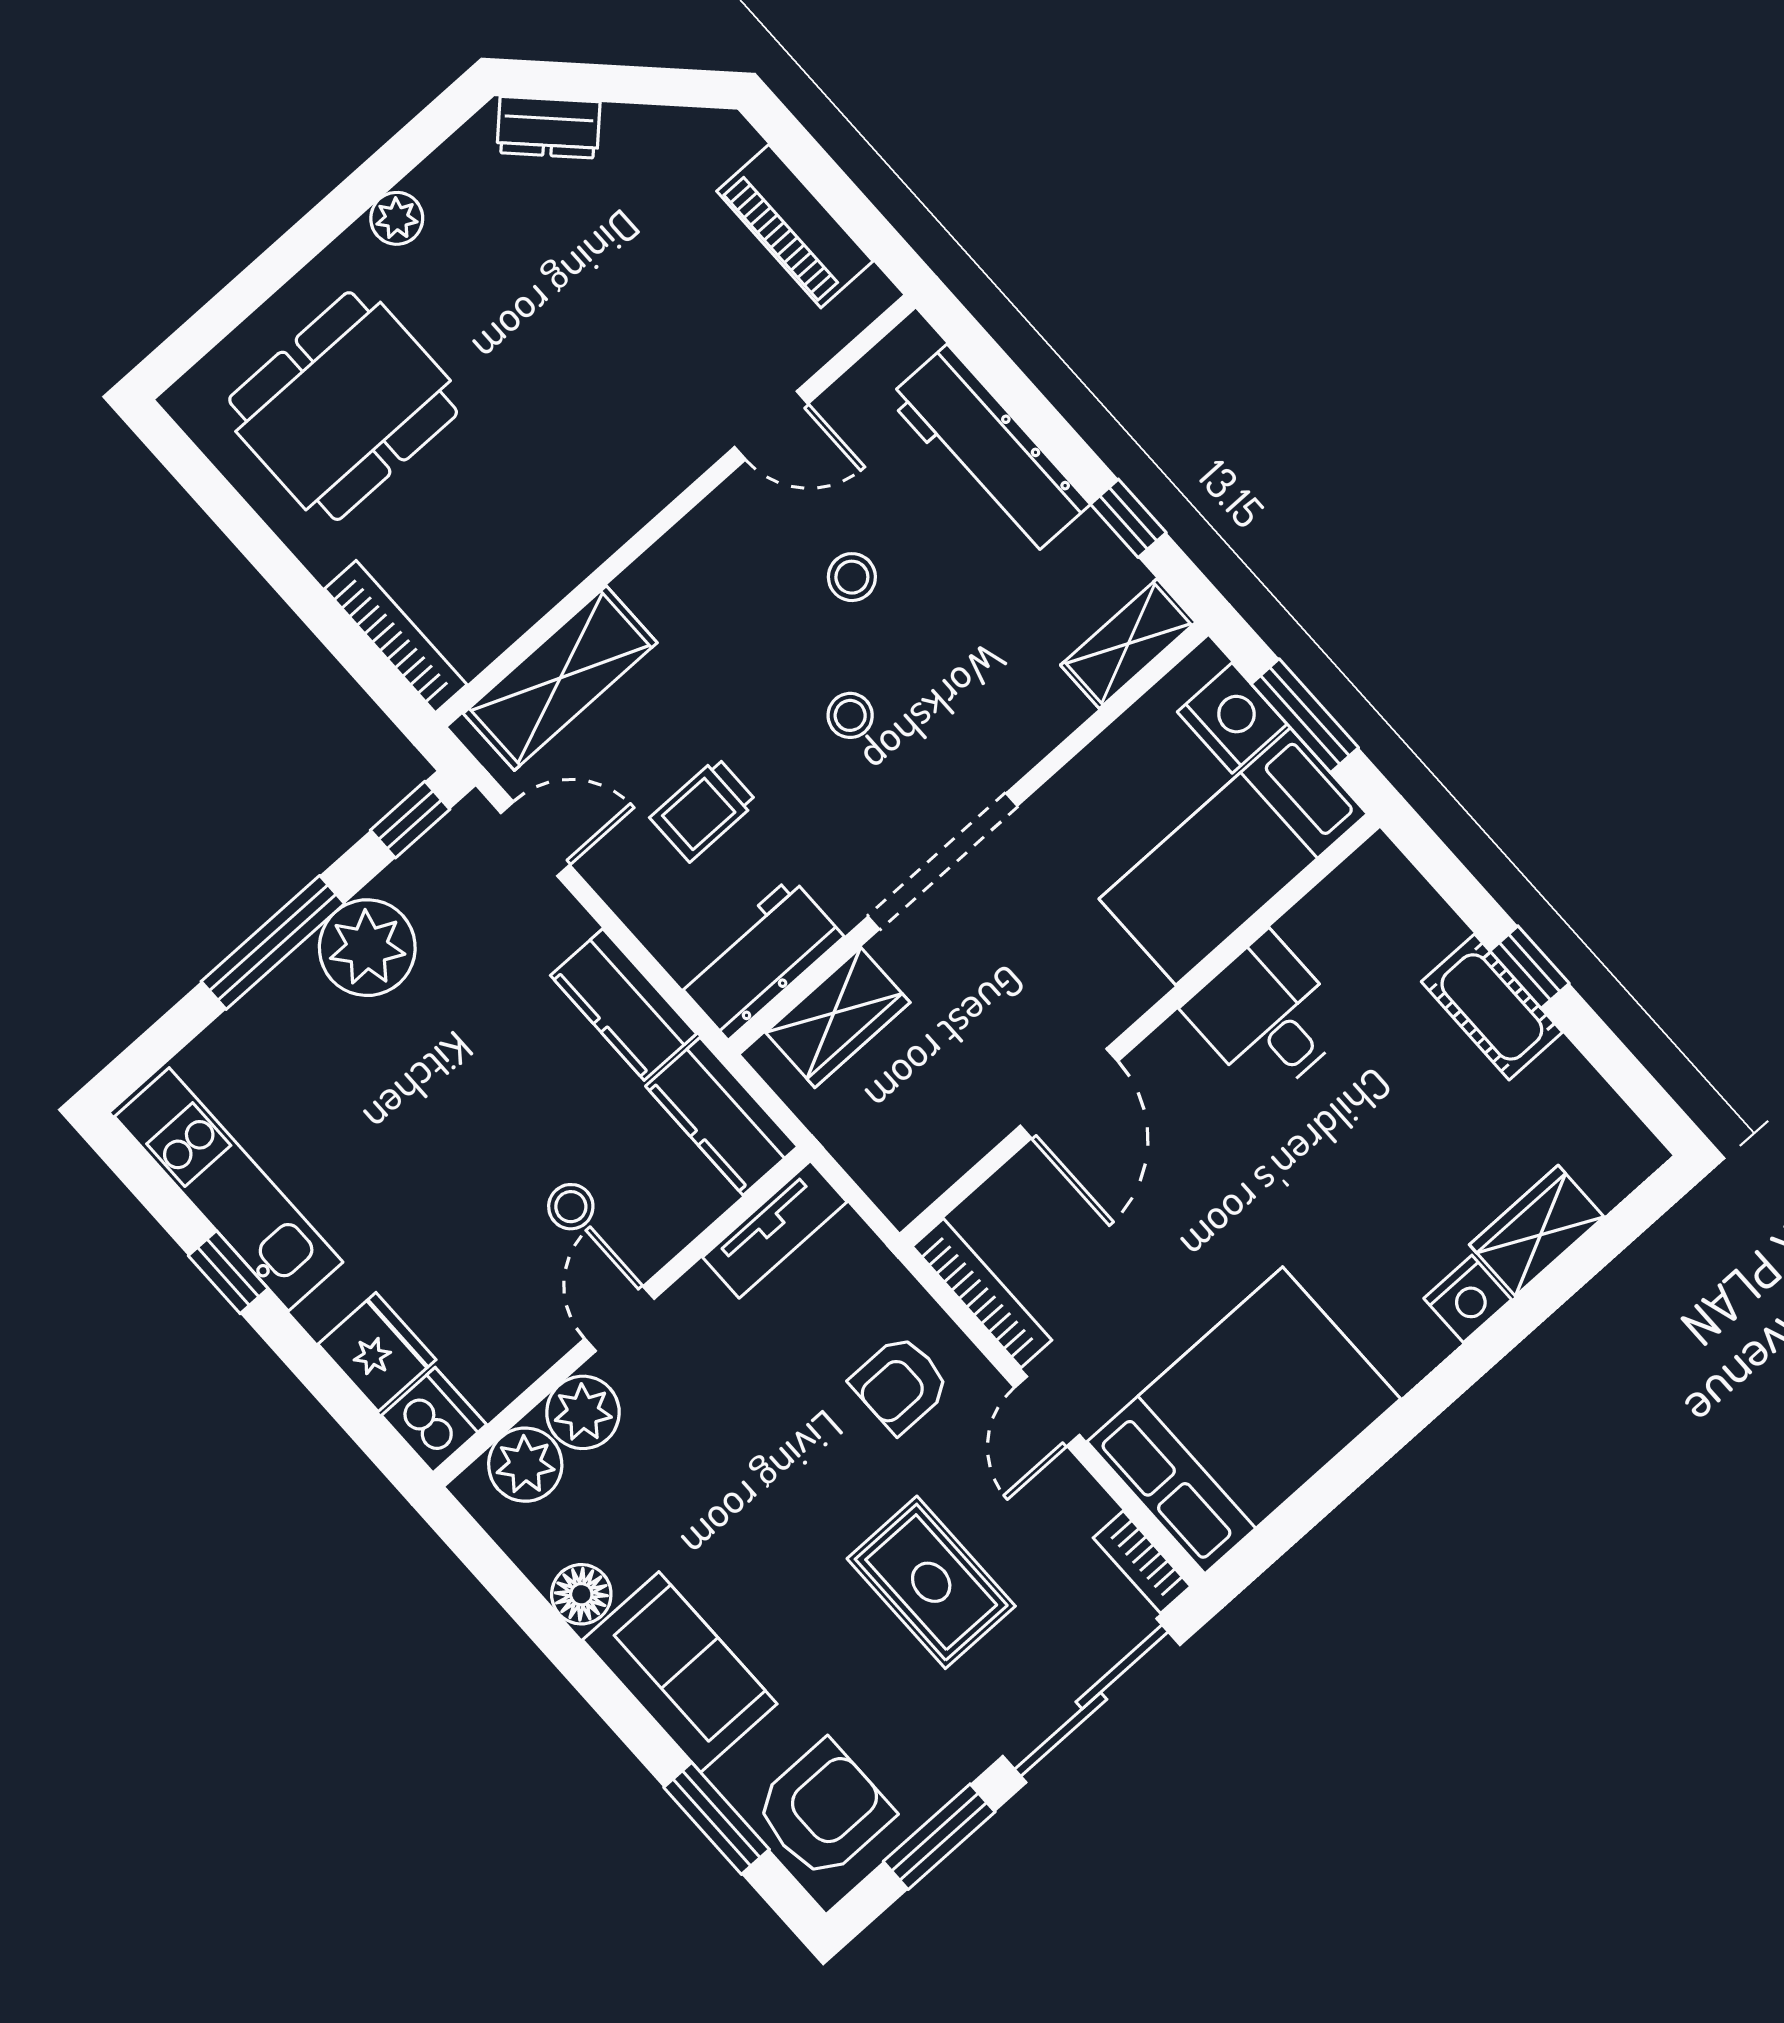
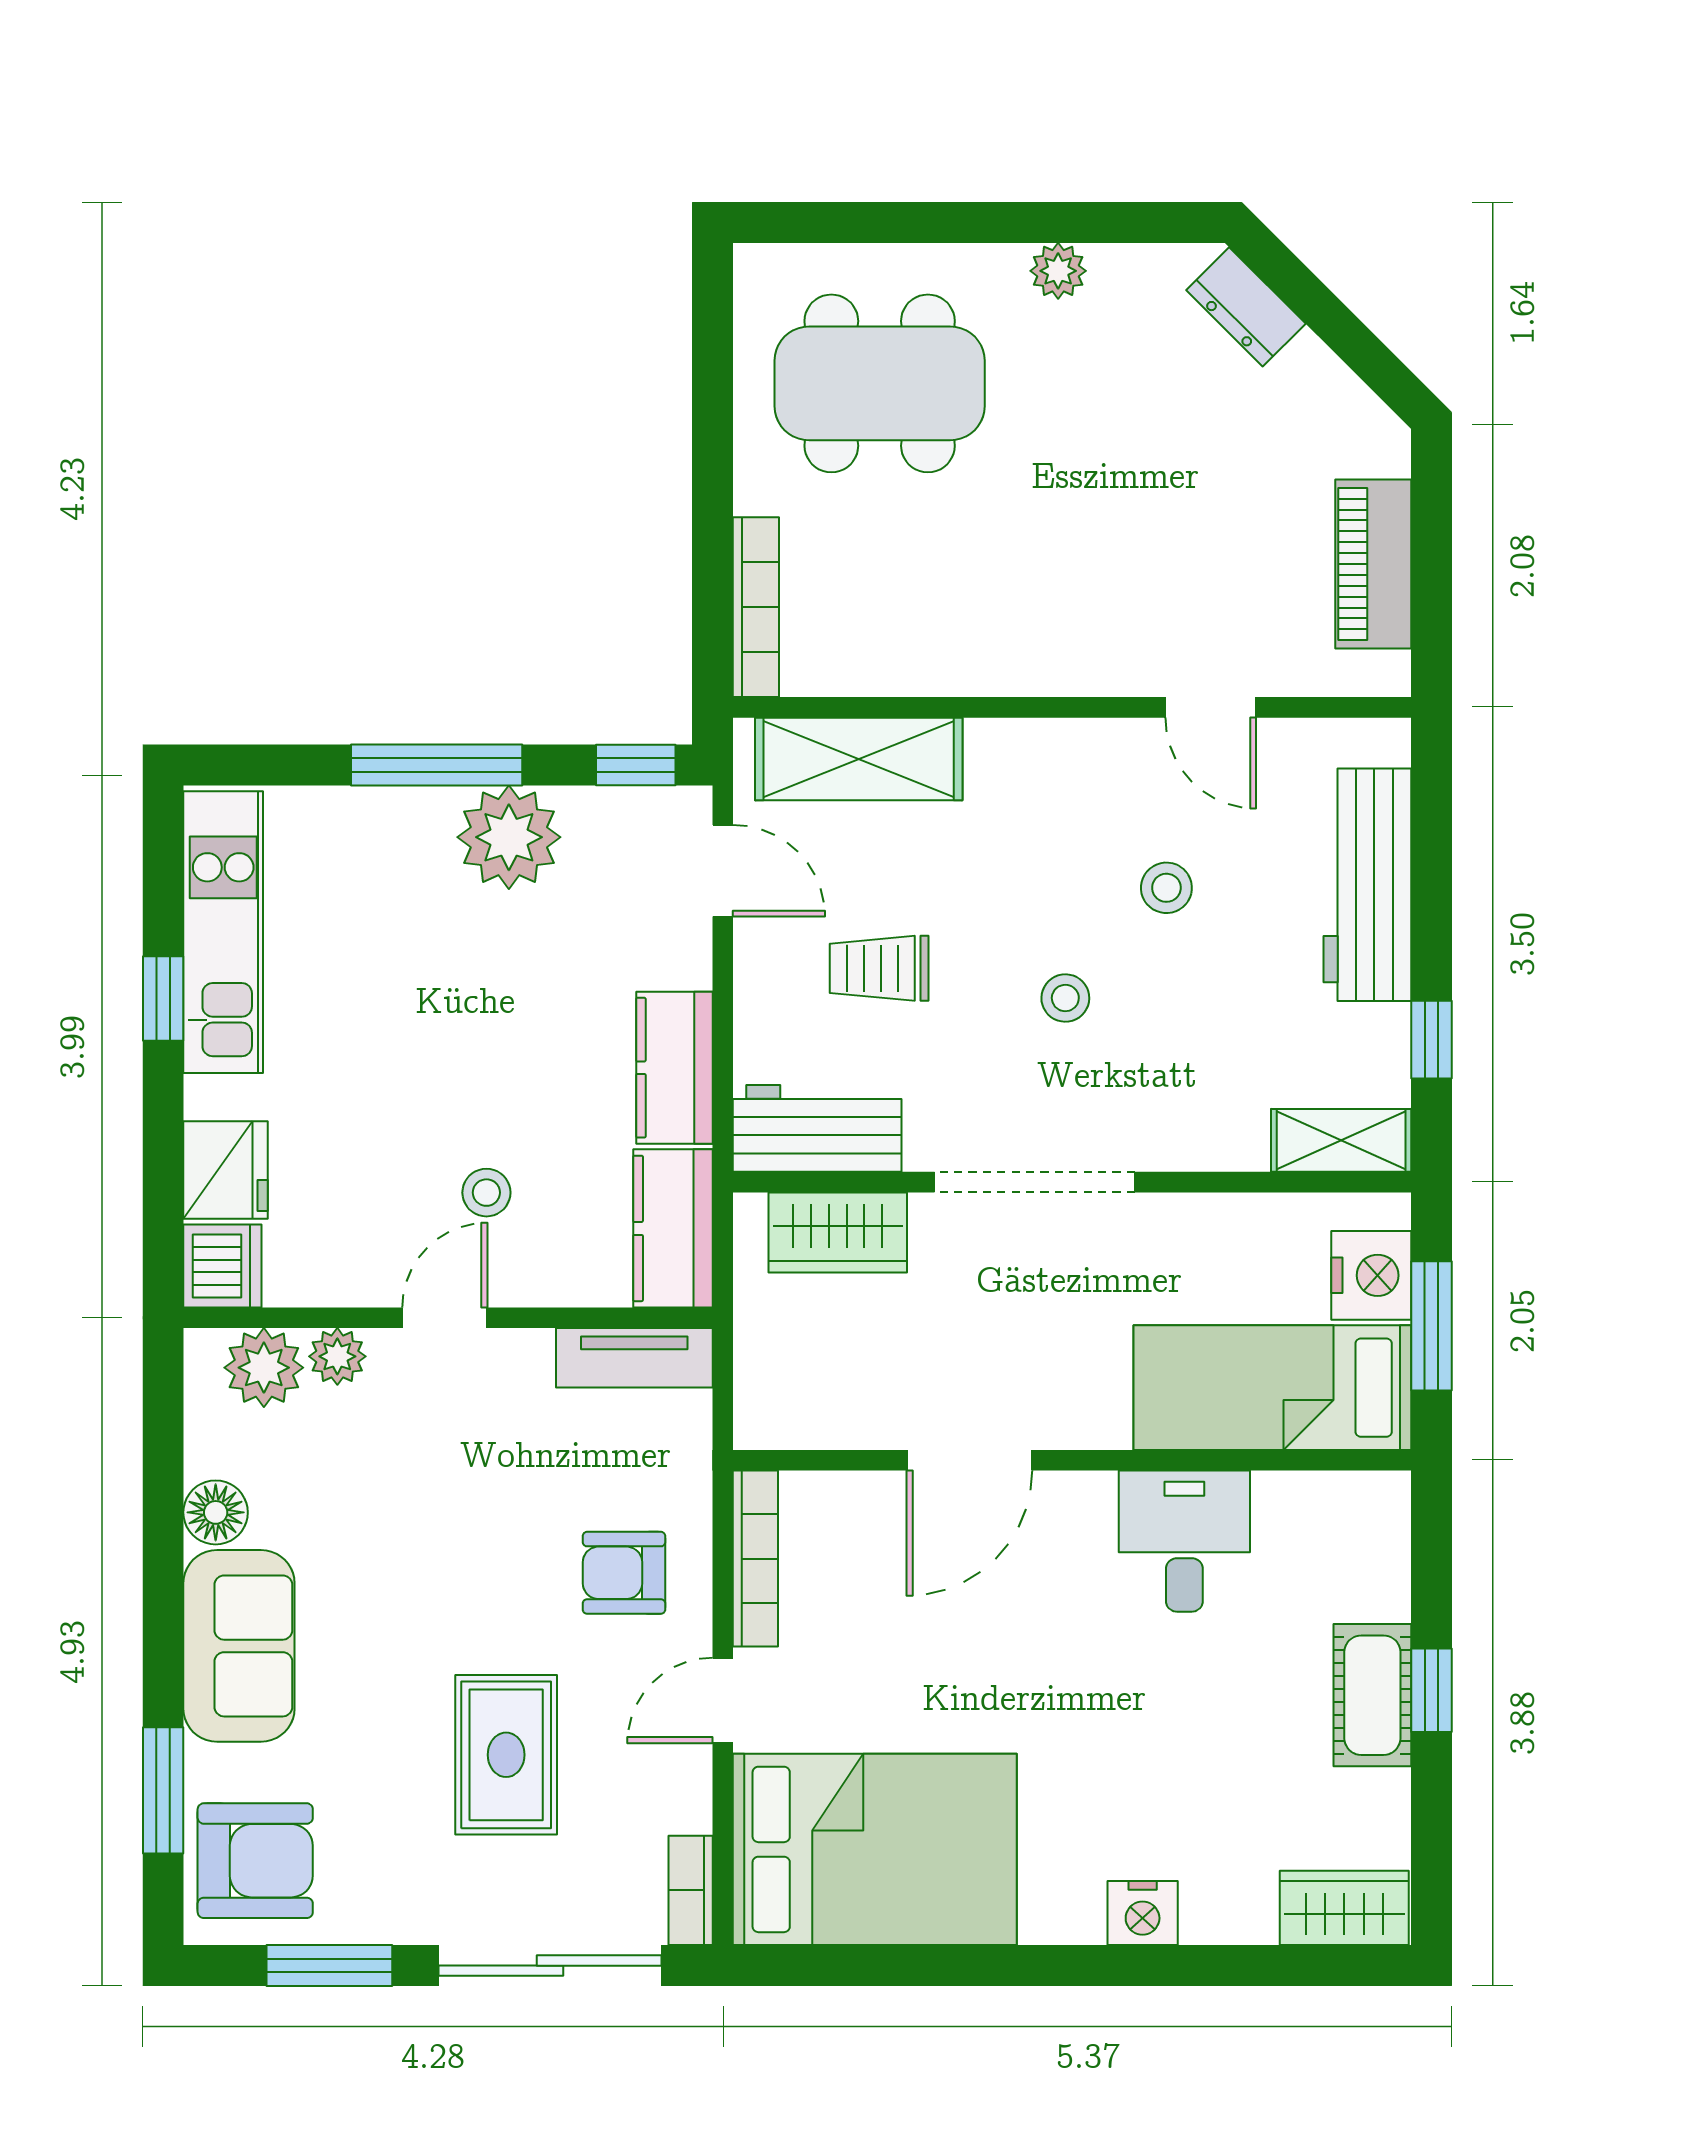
wardrobe: (1537, 1231) -> (1344, 1908), moved
plant: (583, 1412) -> (337, 1356), width x0.73, depth x0.73

